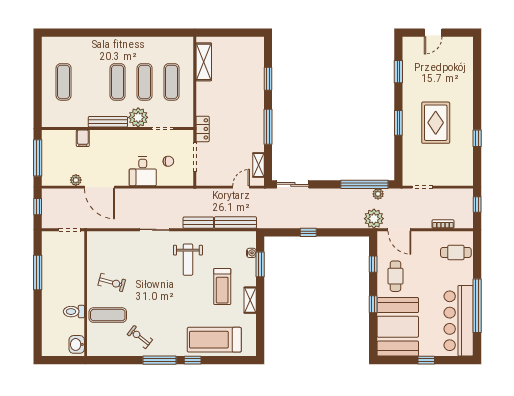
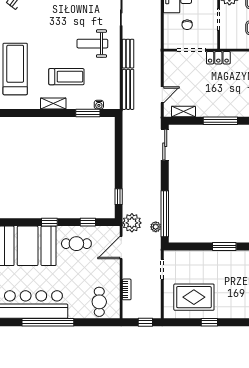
rug: (436, 123) -> (194, 297), moved
door: (241, 187) -> (162, 95), hinge flipped
window: (308, 232) -> (119, 197), moved
treadmill: (222, 286) -> (66, 77), turned 180

